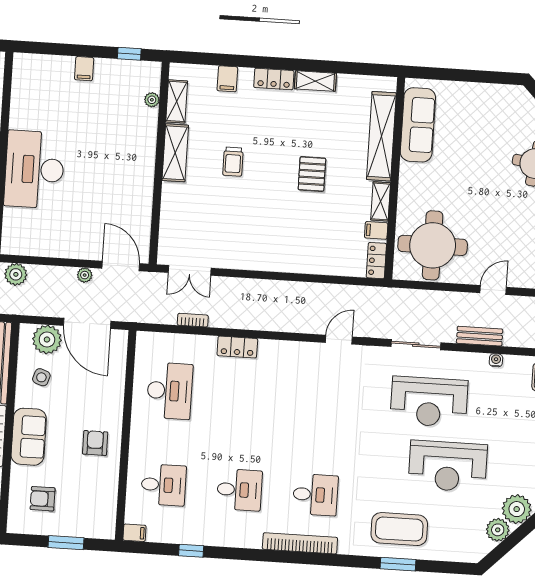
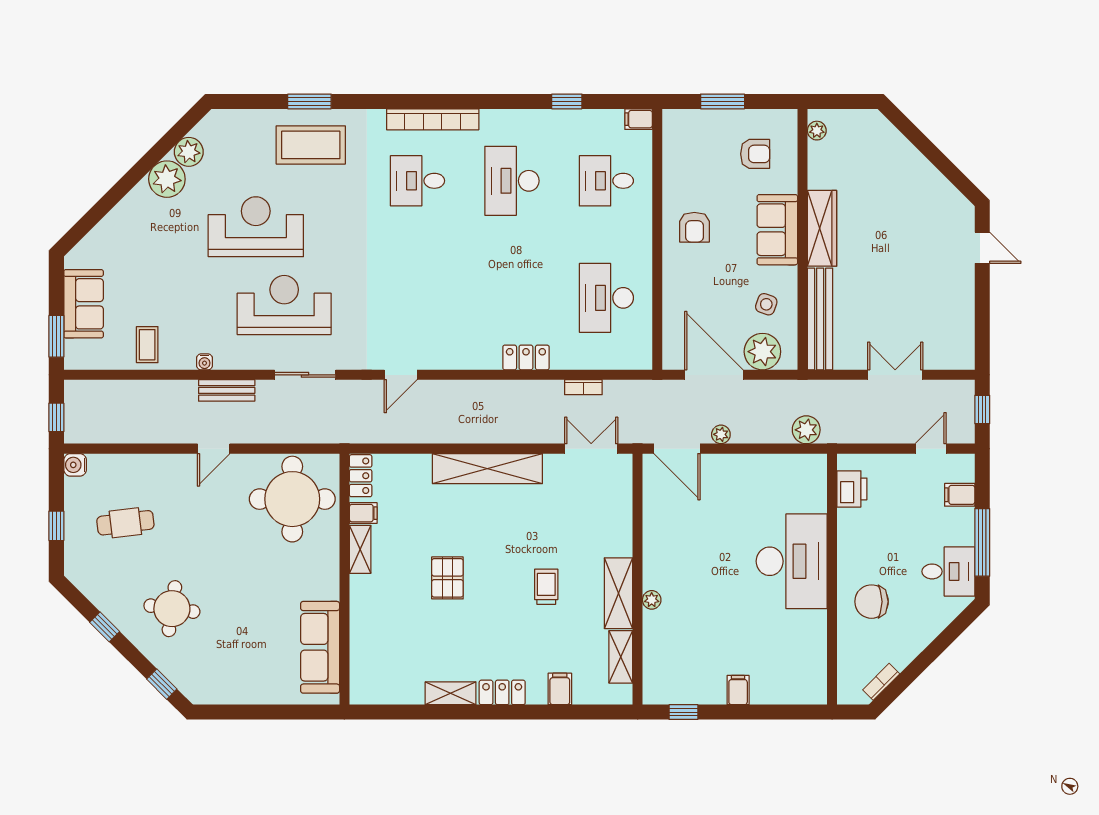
plant: (152, 100) -> (652, 600), moved
shelving: (381, 136) -> (487, 469), moved, turned 90
desk: (239, 490) -> (512, 181), width x1.37

